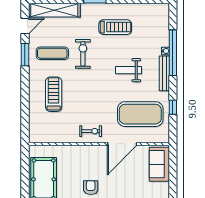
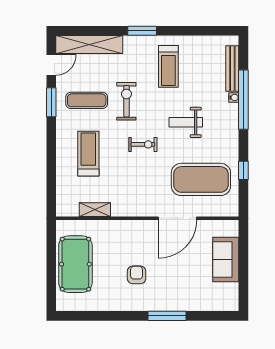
treadmill: (115, 27) -> (168, 66), turned 90
bench: (164, 73) -> (232, 68), moved
exercise bike: (91, 131) -> (143, 144), moved
shelving: (59, 137) -> (95, 210), added
sofa: (159, 164) -> (226, 260), moved

